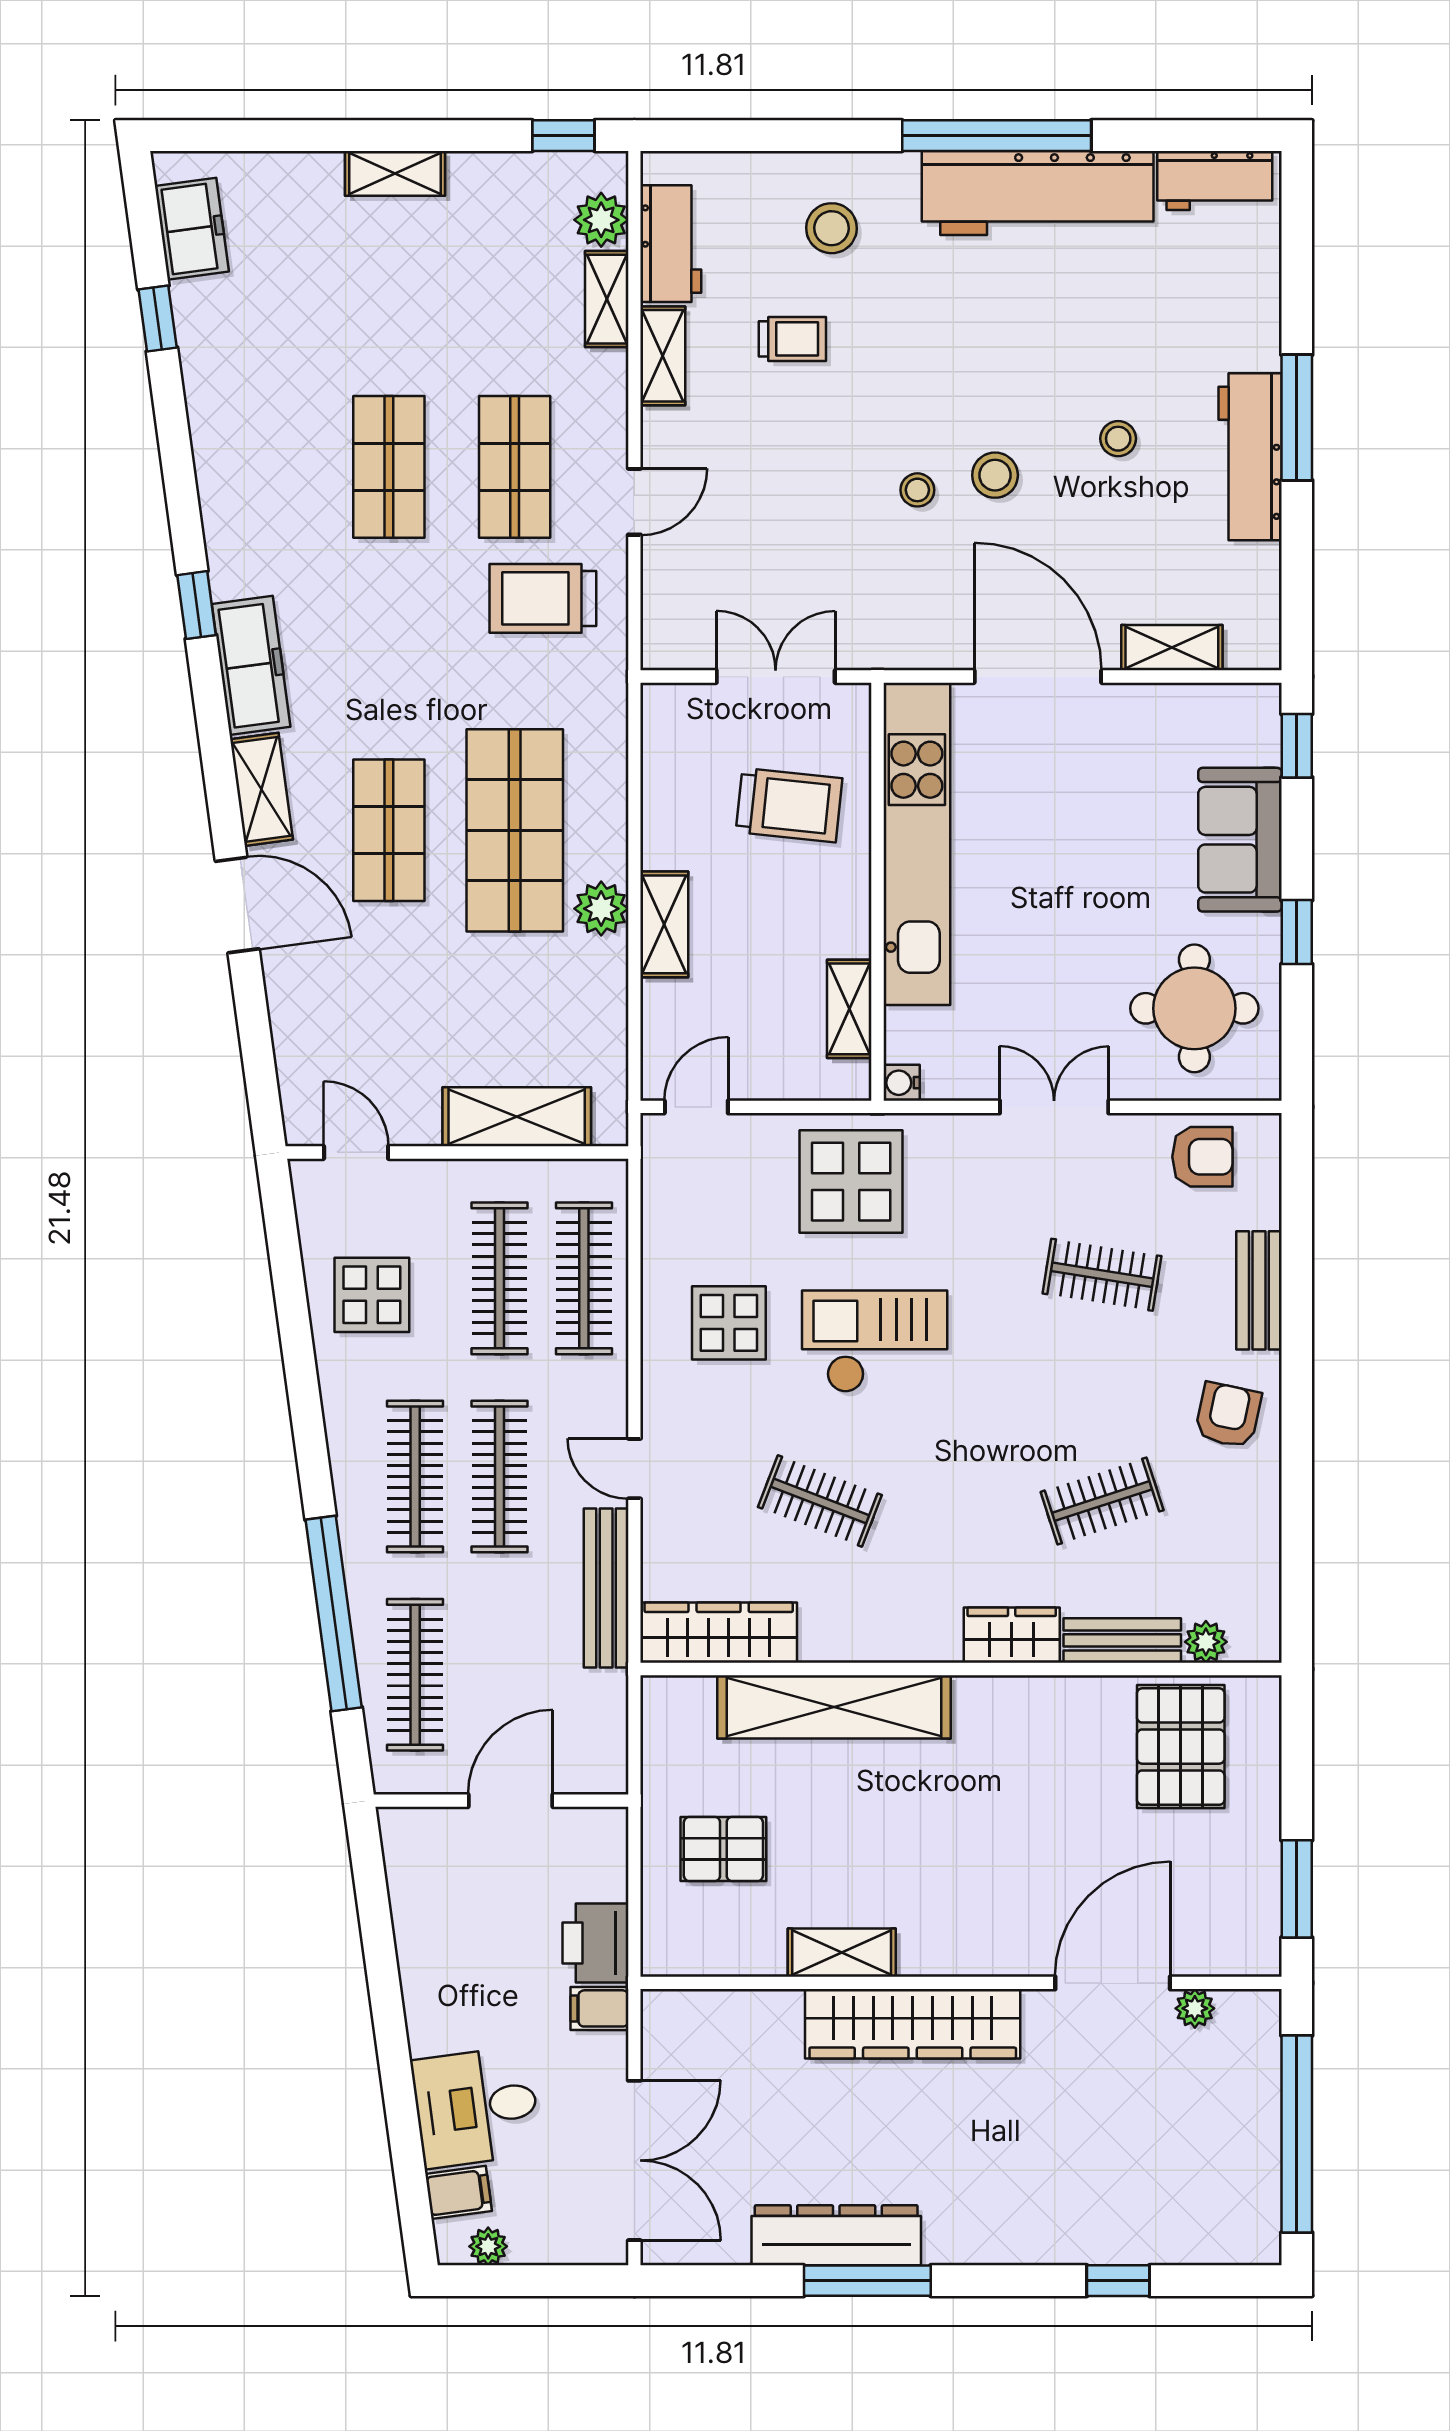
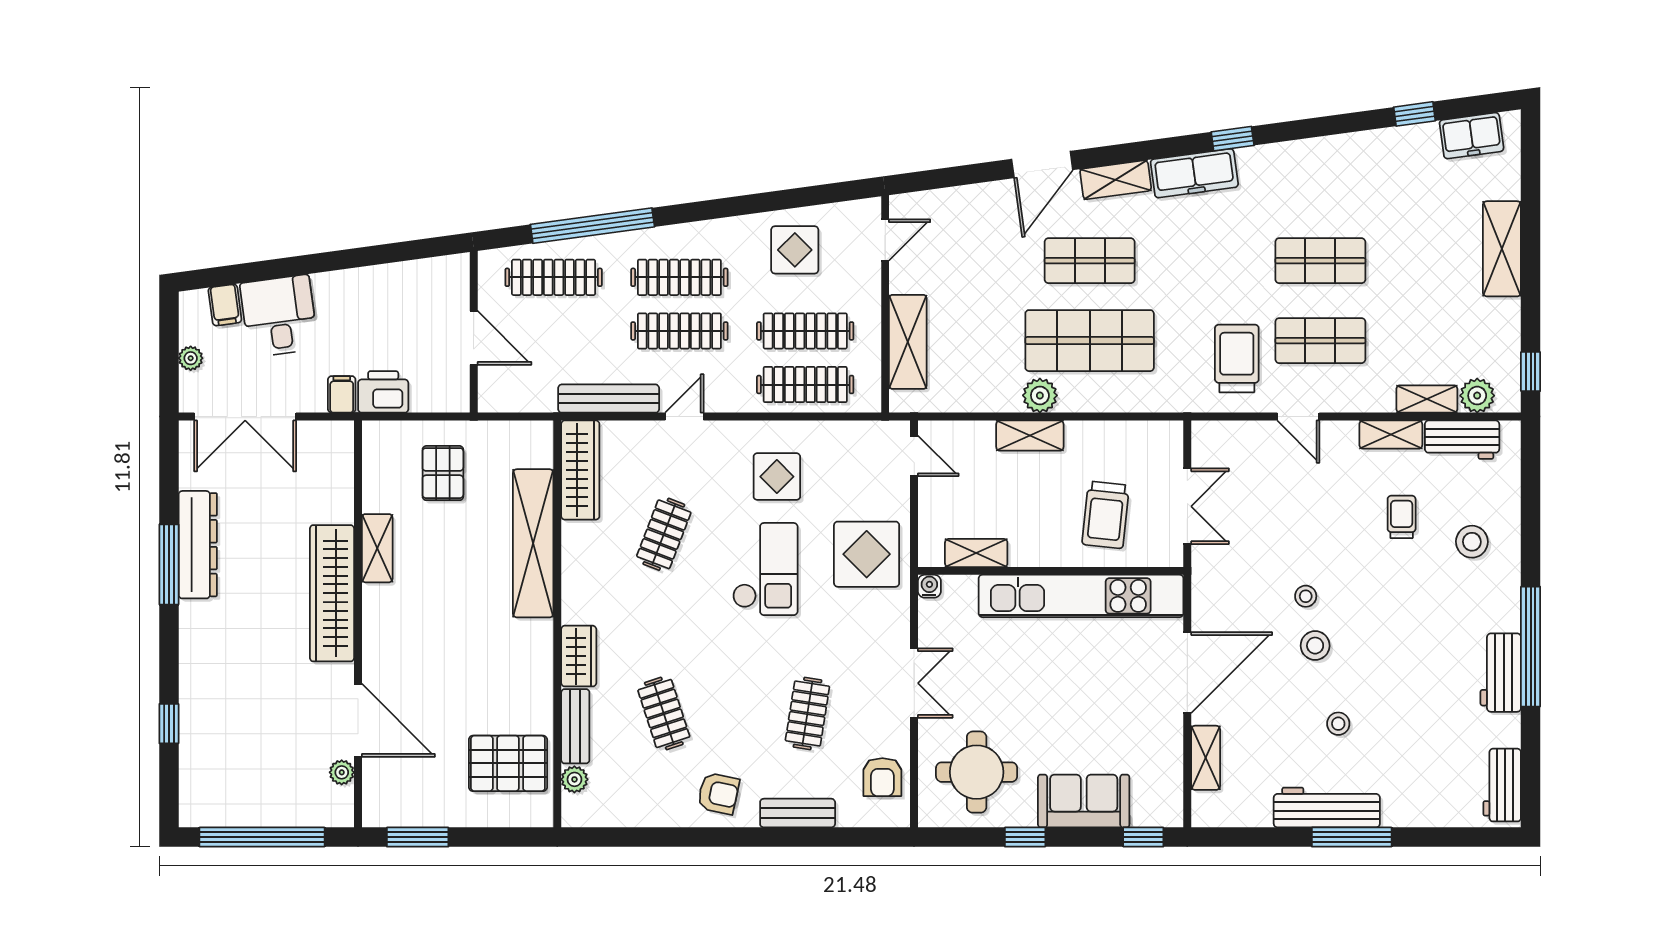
shelving: (395, 173) -> (1502, 249), width x1.50, depth x1.33
workbench: (1038, 193) -> (1501, 673), width x0.53, depth x0.76
trolley: (792, 339) -> (1402, 517), turned 180
plant: (488, 2246) -> (191, 358), moved

